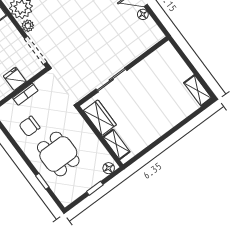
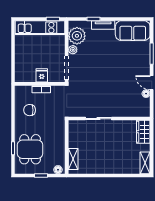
wardrobe: (100, 118) -> (143, 132), moved, turned 180
dining table: (58, 154) -> (30, 149), moved

